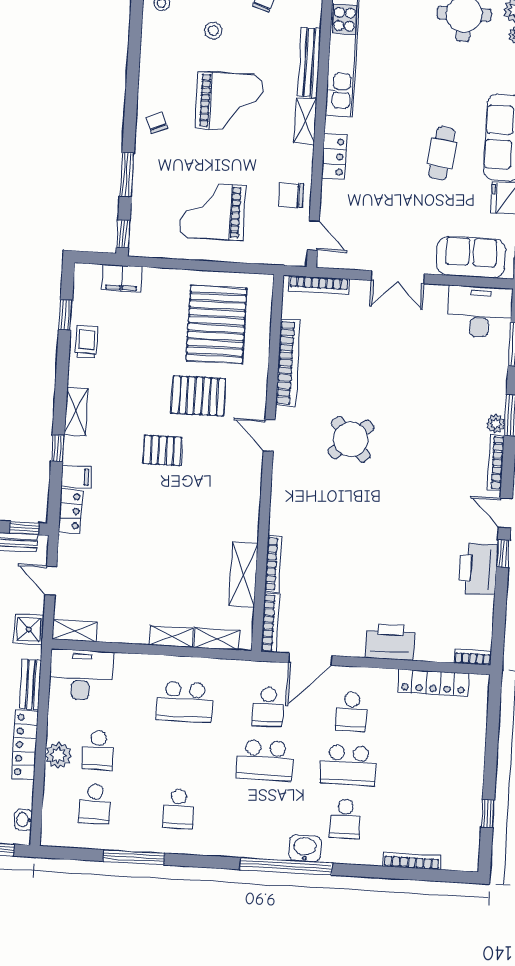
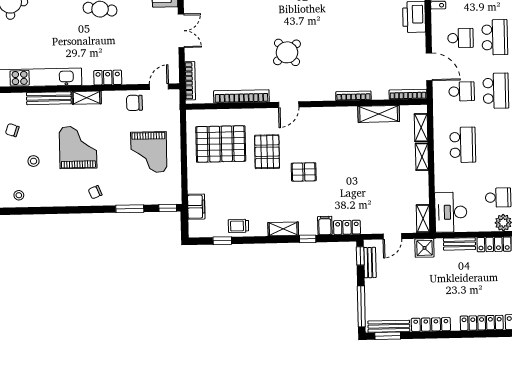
chair: (291, 195) -> (134, 103), turned 90
pallet: (162, 450) -> (304, 172), turned 90
bookcase: (273, 564) -> (353, 96), moved

